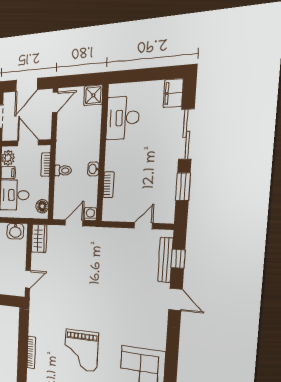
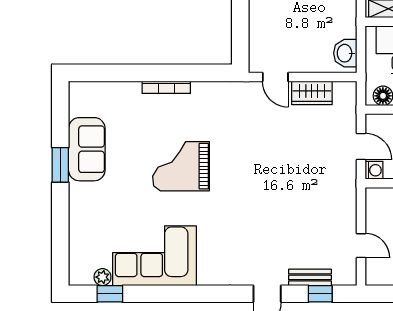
wardrobe: (39, 238) -> (312, 93), moved
bench: (165, 260) -> (310, 277), width x0.73

